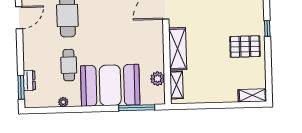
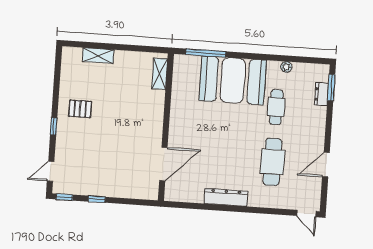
pallet: (245, 47) -> (80, 109), width x0.67, depth x0.71
shelving: (178, 49) -> (155, 114), removed
plant: (157, 79) -> (180, 83), removed
shelving: (252, 95) -> (98, 56), moved

